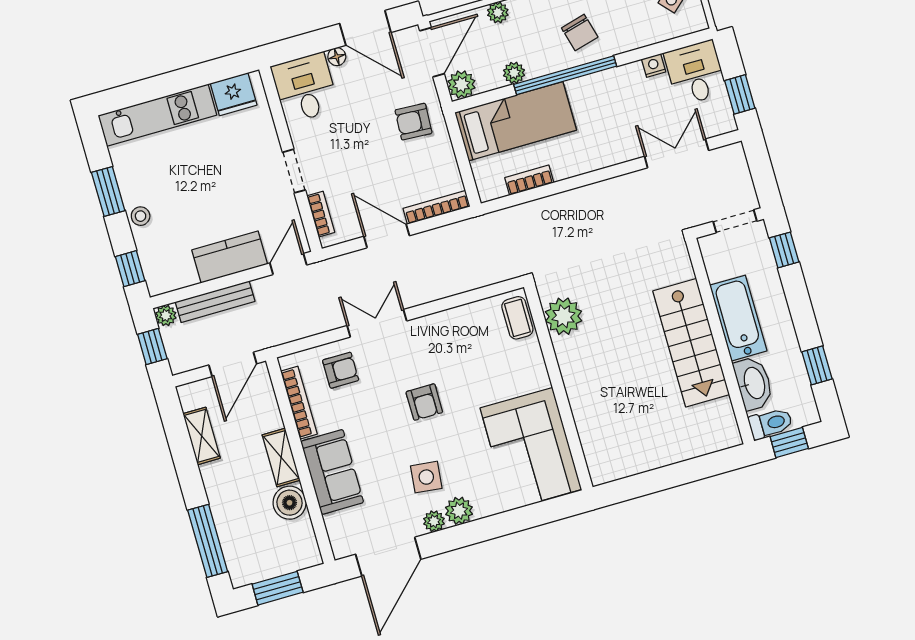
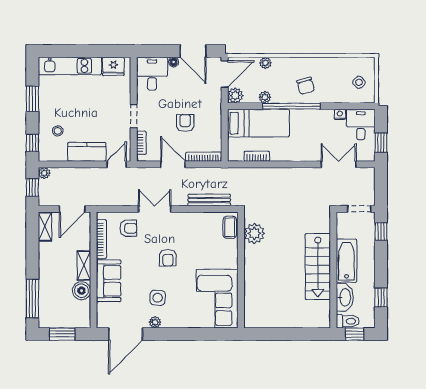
armchair: (413, 122) -> (185, 123), moved, turned 87
stool: (141, 216) -> (58, 131), moved
bench: (215, 302) -> (209, 200), moved
shelving: (202, 436) -> (45, 227), moved
plant: (459, 511) -> (170, 320), removed

